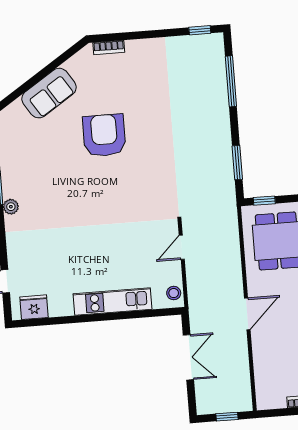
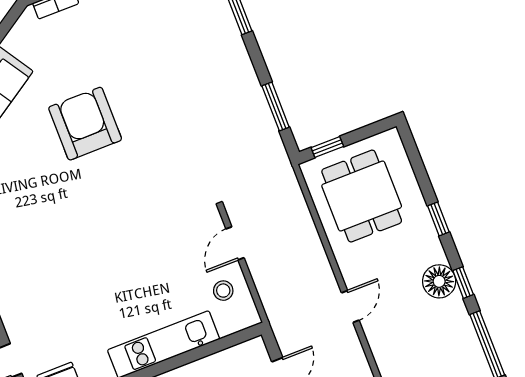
stool: (174, 293) -> (223, 291), moved
door: (247, 314) -> (350, 306), width x0.73

